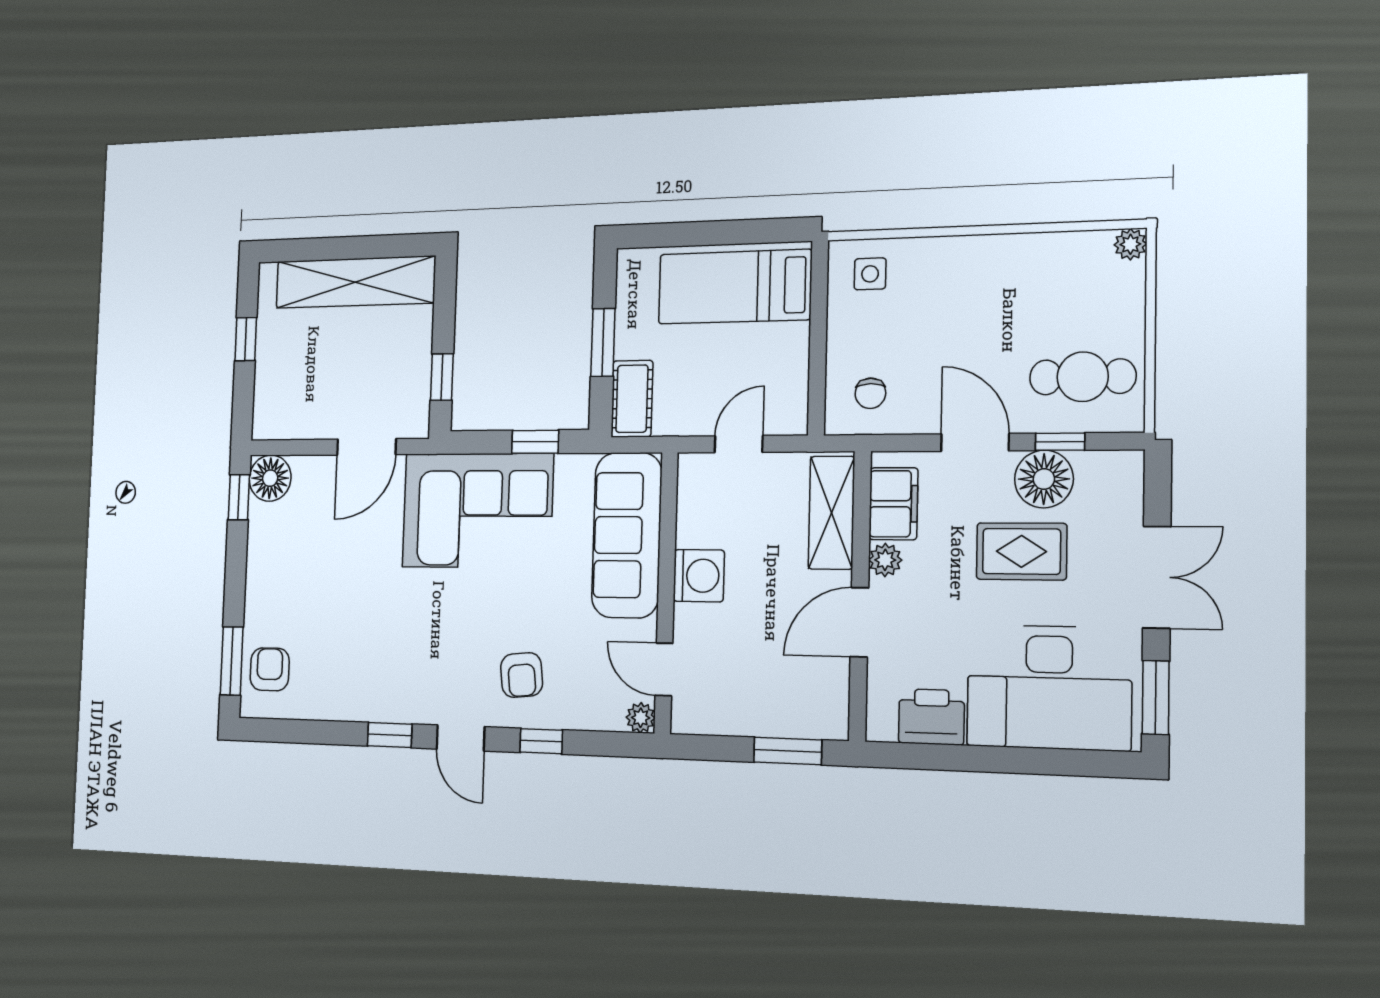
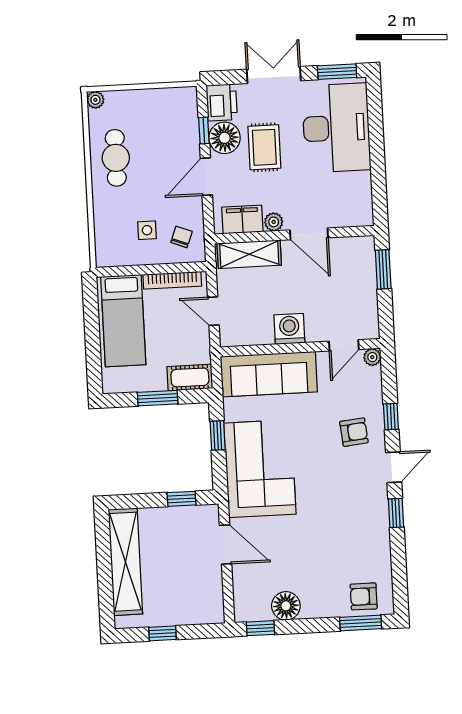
side table: (870, 274) -> (147, 230), moved
bookcase: (797, 374) -> (172, 280), added
cafe table: (1083, 377) -> (116, 158), moved
chair: (870, 393) -> (181, 237), turned -69
floor lamp: (270, 478) -> (286, 606), moved
printer: (931, 717) -> (222, 102), moved, turned 180

